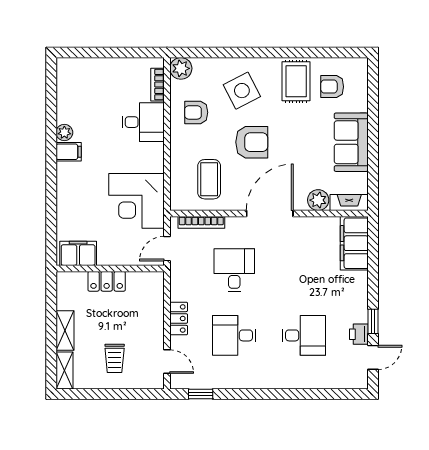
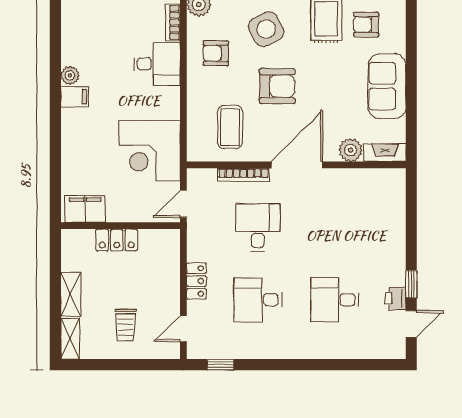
bookcase: (201, 222) -> (243, 175), moved
filing cabinet: (354, 243) -> (390, 198), removed
desk: (304, 335) -> (335, 300), turned 180
door: (167, 362) -> (183, 329), swing flipped

